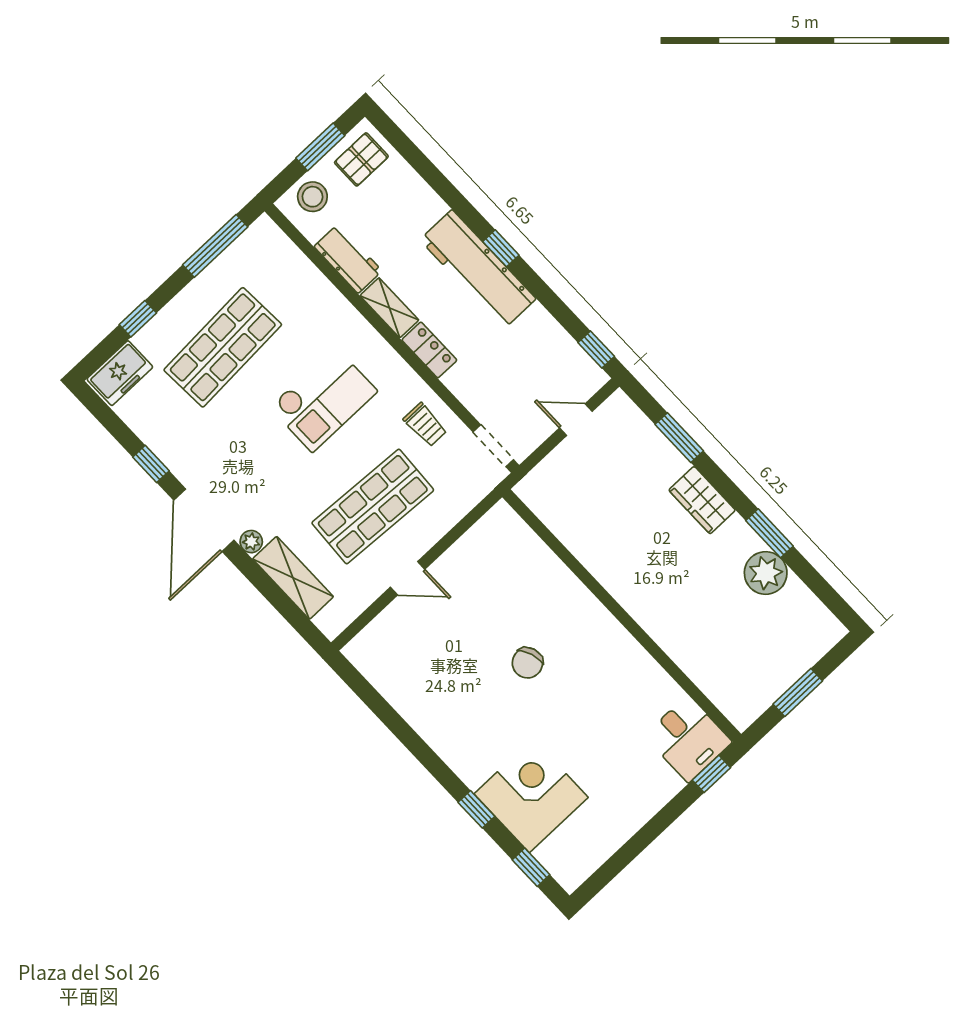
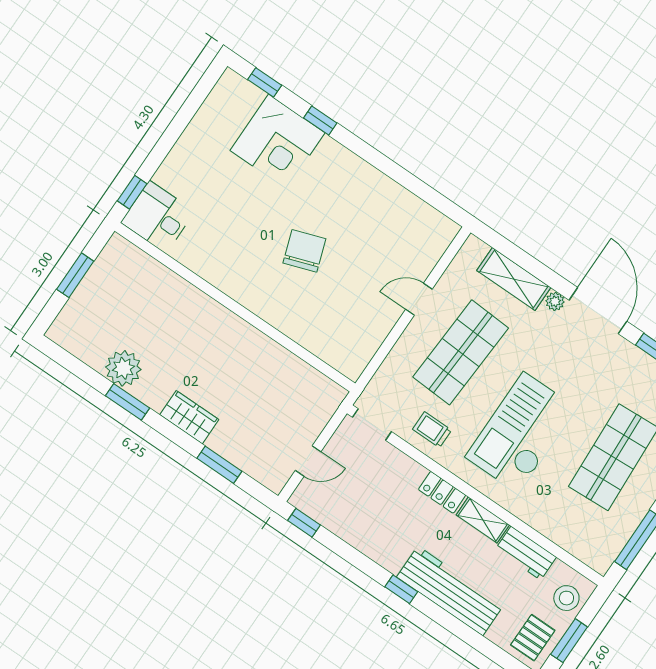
workbench: (478, 269) -> (450, 591), moved
checkout: (324, 399) -> (521, 432), width x1.36, depth x1.21
chair: (527, 663) -> (304, 251), width x1.37, depth x1.37

